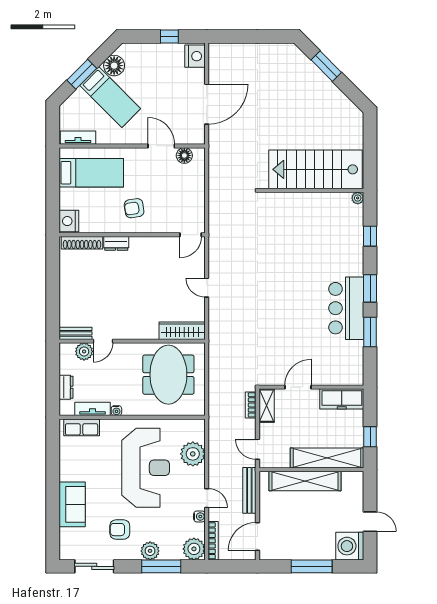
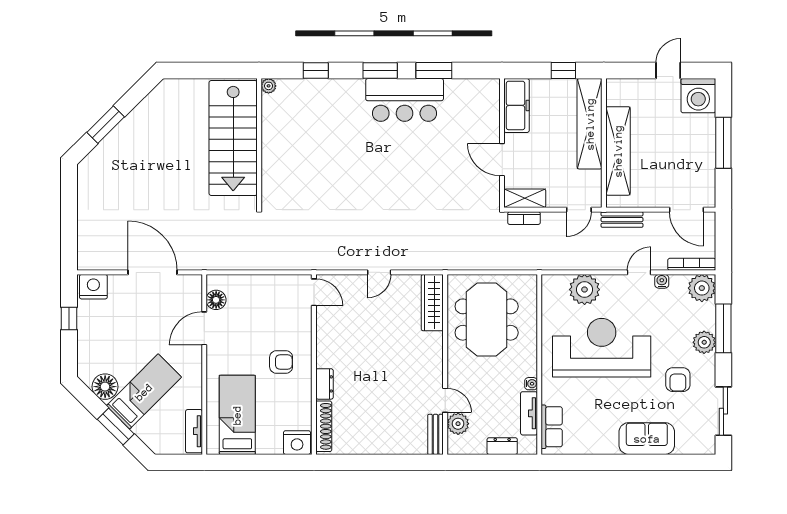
armchair: (134, 208) -> (281, 362), turned -81
meeting table: (168, 375) -> (487, 320), turned 90
bench: (249, 490) -> (622, 220), width x0.73

